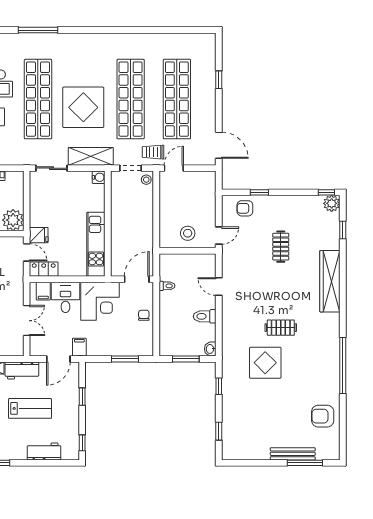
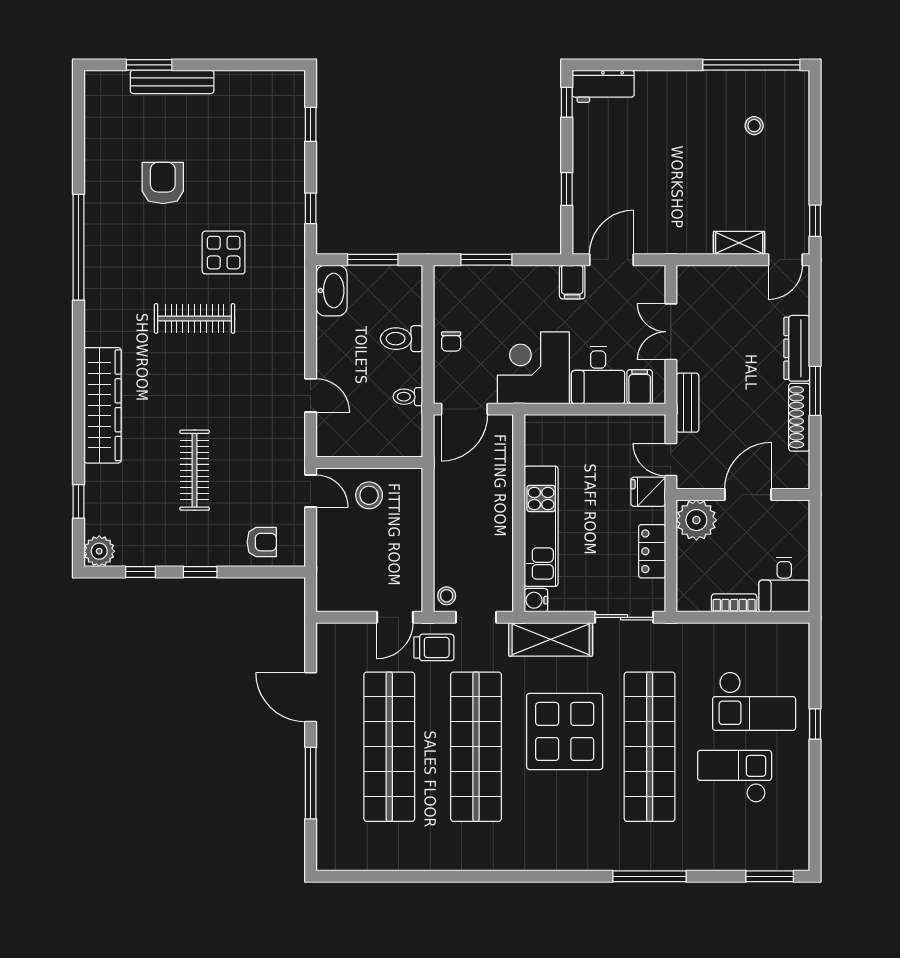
window: (219, 80) -> (311, 783), width x2.17
door: (219, 145) -> (311, 697), moved
window: (259, 192) -> (200, 572), moved
window: (326, 192) -> (140, 572), moved
door: (219, 236) -> (311, 491), swing flipped
kitchen unit: (96, 244) -> (541, 526), moved
clothes rail: (281, 247) -> (195, 470), width x1.36
locker: (44, 269) -> (652, 551), moved, turned 90
bench: (18, 283) -> (688, 403), added
toilet: (205, 316) -> (402, 339), moved, turned 180
clothes rail: (281, 328) -> (195, 318), width x1.36
washbasin: (210, 349) -> (332, 291), width x1.91, depth x1.45
display table: (265, 363) -> (224, 253), width x0.73, depth x0.73
workbench: (22, 370) -> (680, 238), removed
lab bench: (30, 408) -> (664, 167), removed
armchair: (323, 416) -> (163, 183), moved, turned -90
workbench: (44, 451) -> (603, 86), moved
window: (305, 463) -> (149, 65), width x0.69

